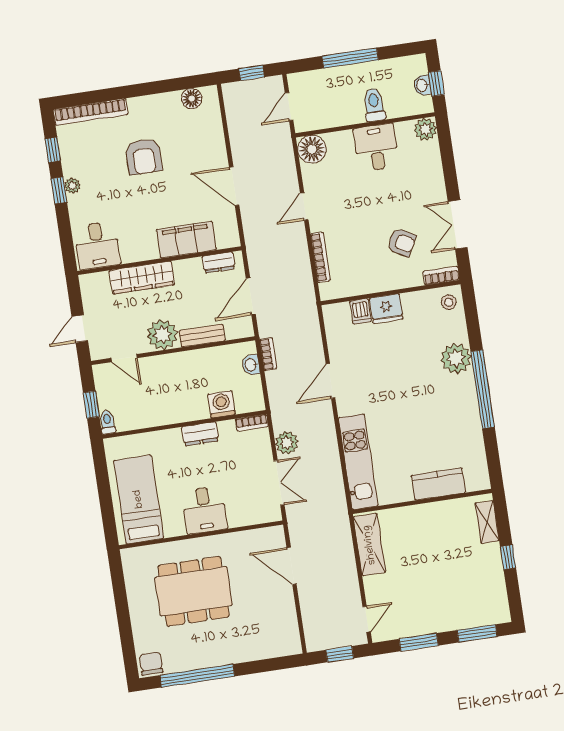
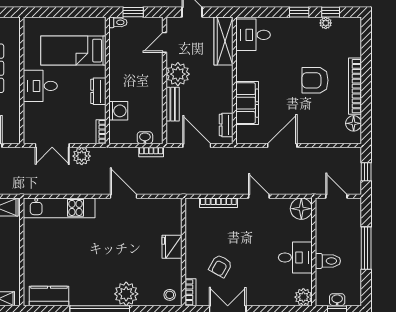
bookcase: (91, 112) -> (355, 86), moved
plant: (72, 186) -> (326, 23), moved
wardrobe: (142, 278) -> (223, 41), moved
dishwasher: (361, 311) -> (173, 227), removed
kitchen counter: (438, 484) -> (49, 296), moved, turned -90
bed: (139, 499) -> (73, 51), moved, turned 180

